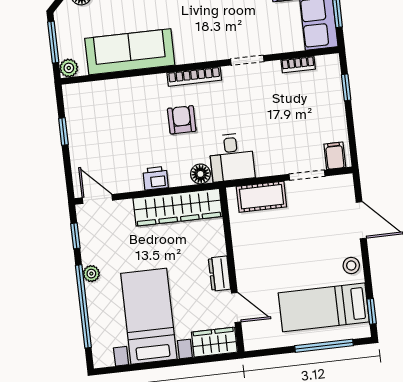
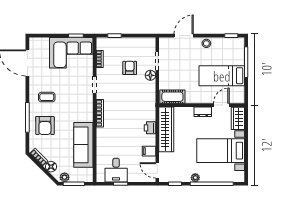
plant: (69, 68) -> (65, 177), moved
armchair: (182, 120) -> (130, 68), moved, turned 90
filing cabinet: (335, 156) -> (149, 151), moved
desk: (232, 157) -> (116, 170), moved, turned 90
floor lamp: (200, 174) -> (150, 75), moved
printer: (156, 178) -> (150, 128), moved
cot: (261, 197) -> (172, 97), moved, turned 90
door: (97, 199) -> (157, 170), hinge flipped
bed: (324, 307) -> (222, 76), moved, turned 90

